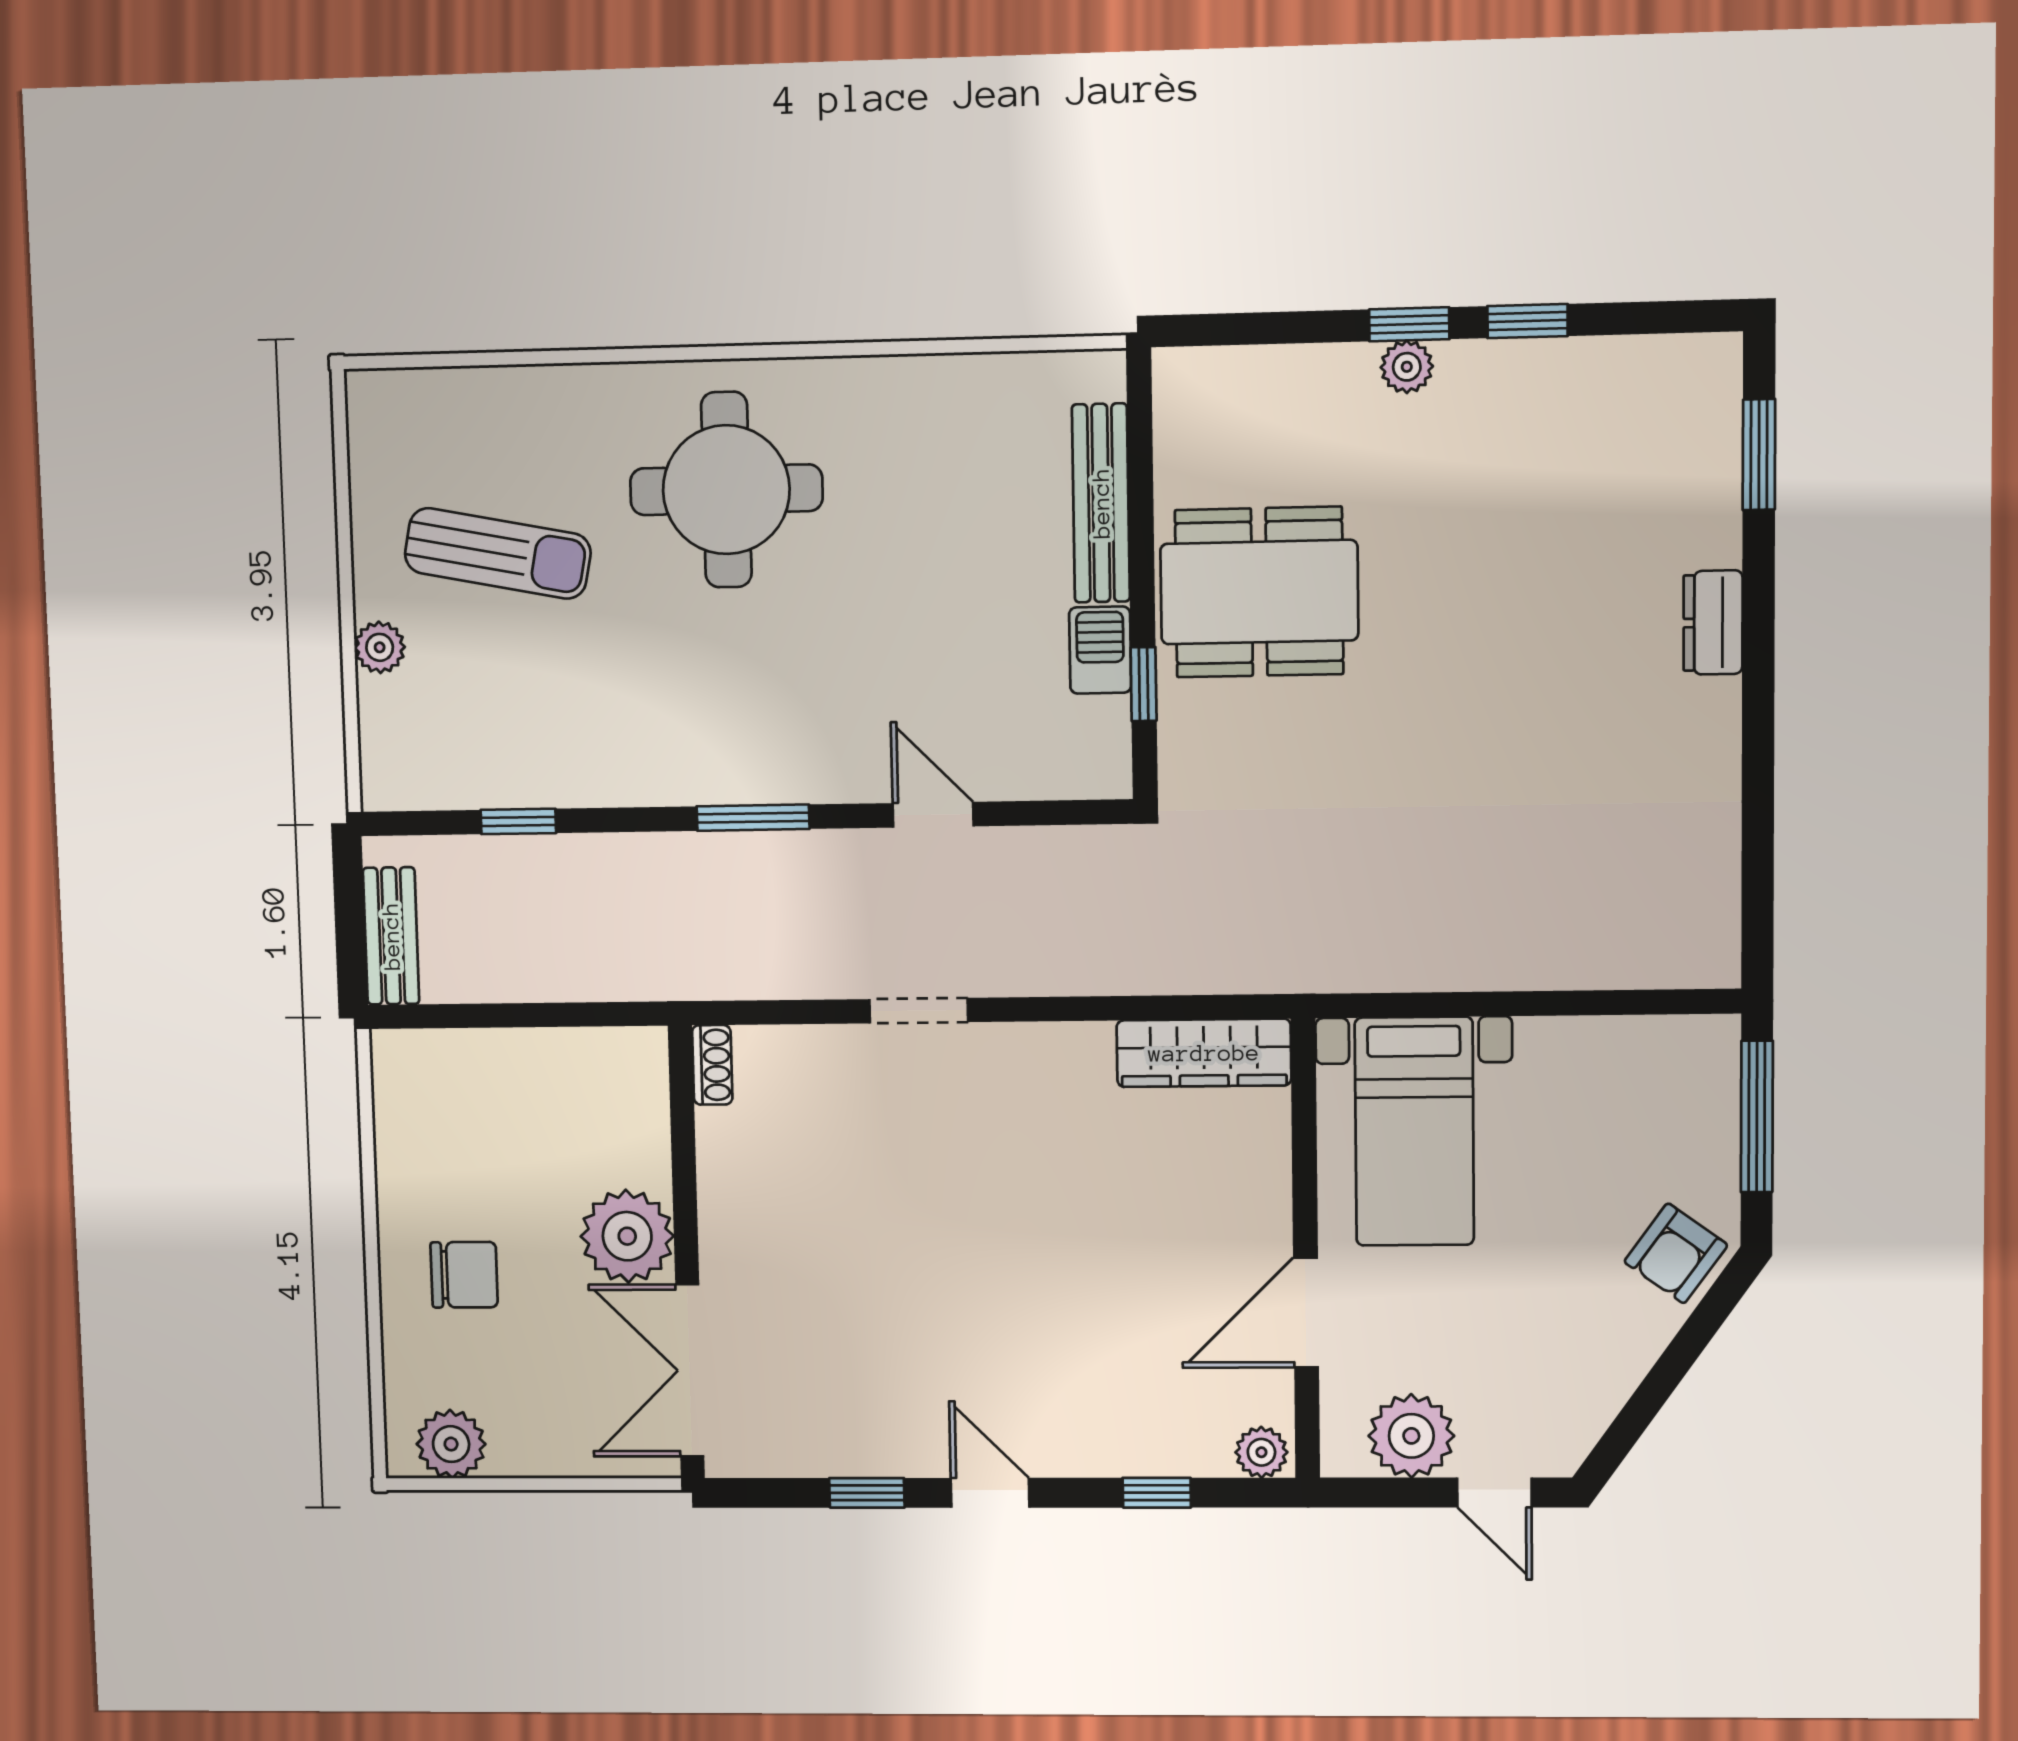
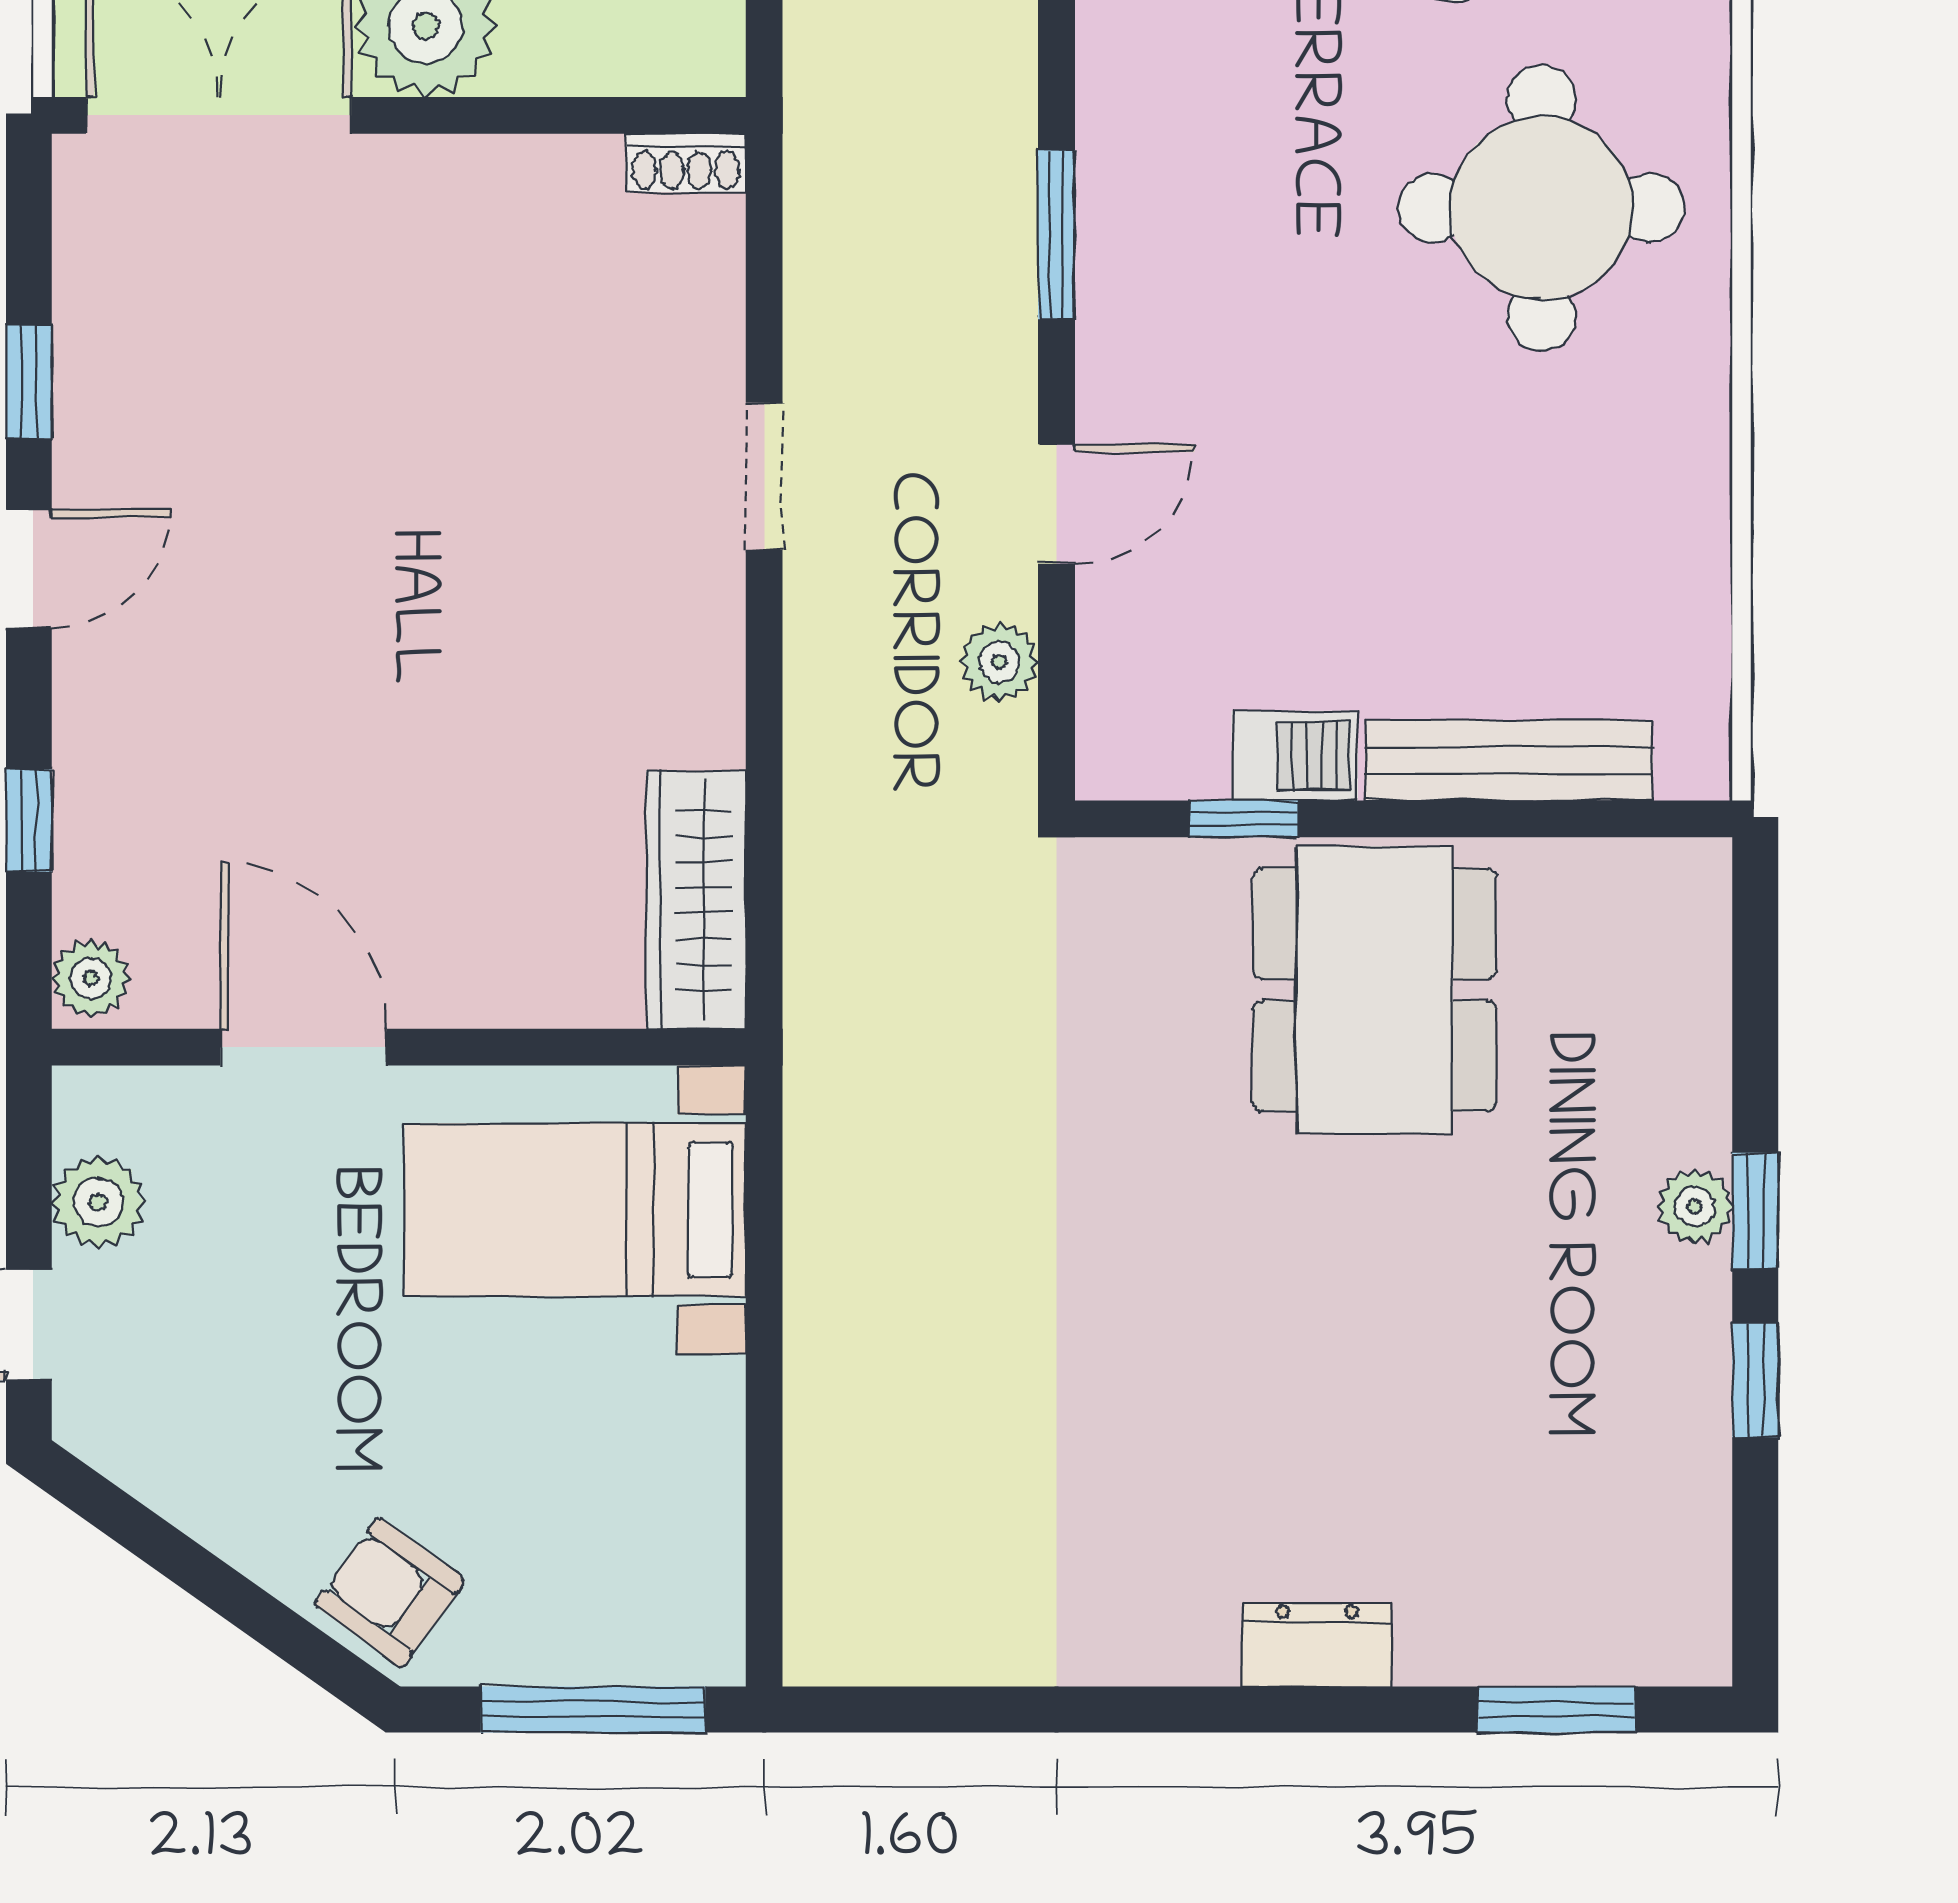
plant: (1040, 852) -> (999, 662), added
plant: (1411, 1436) -> (98, 1202), width x0.73, depth x0.73

